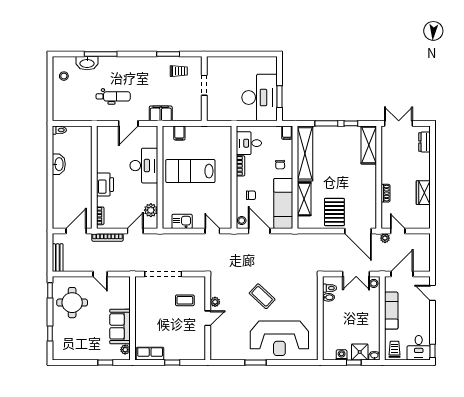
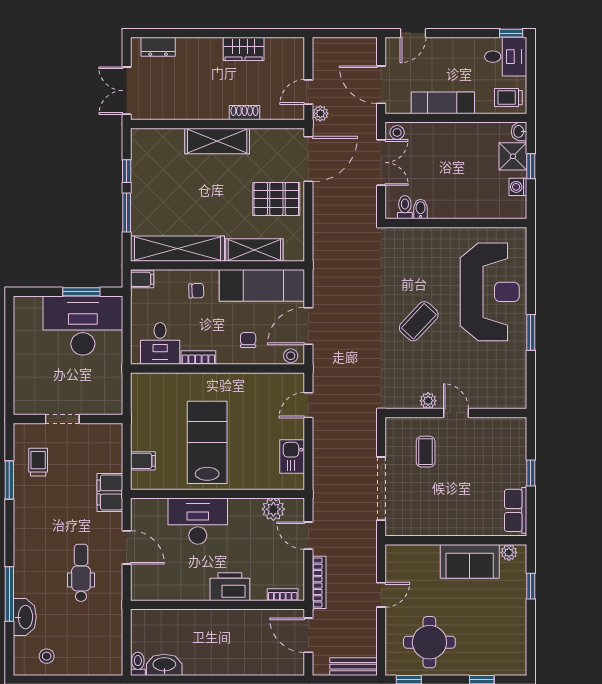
shelving: (369, 145) -> (217, 141), moved
washbasin: (59, 164) -> (164, 665), moved
lab bench: (190, 171) -> (207, 442), turned 180

